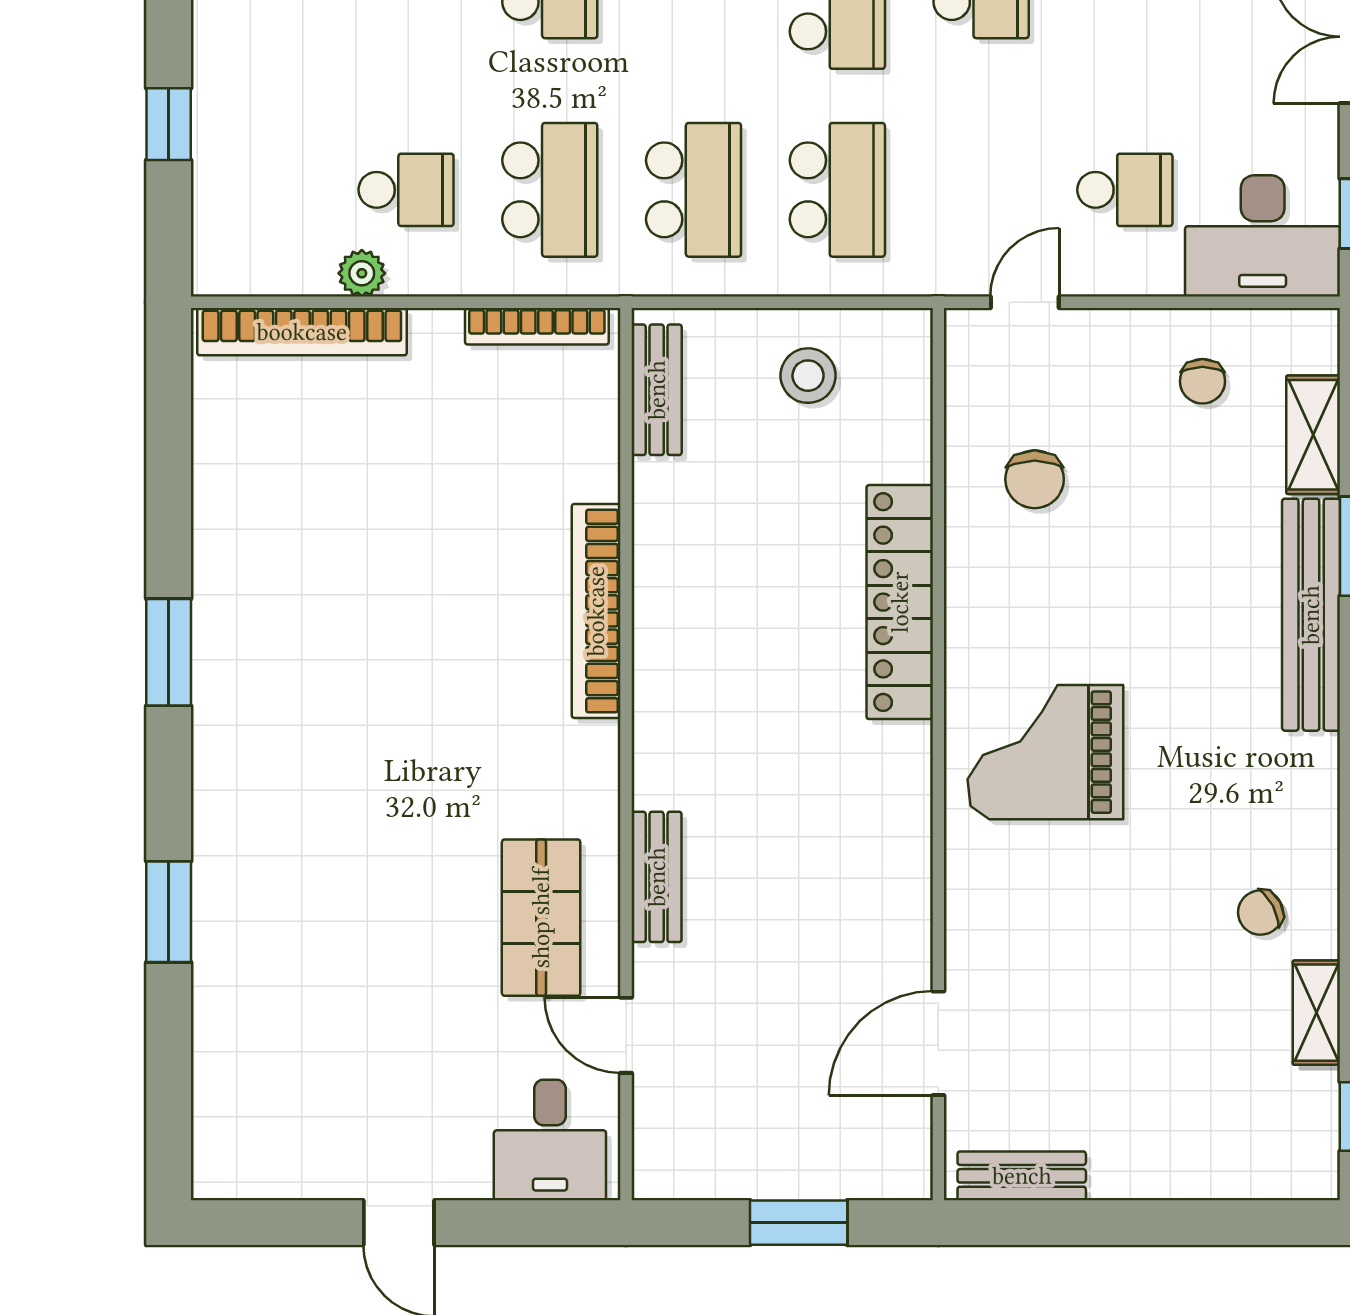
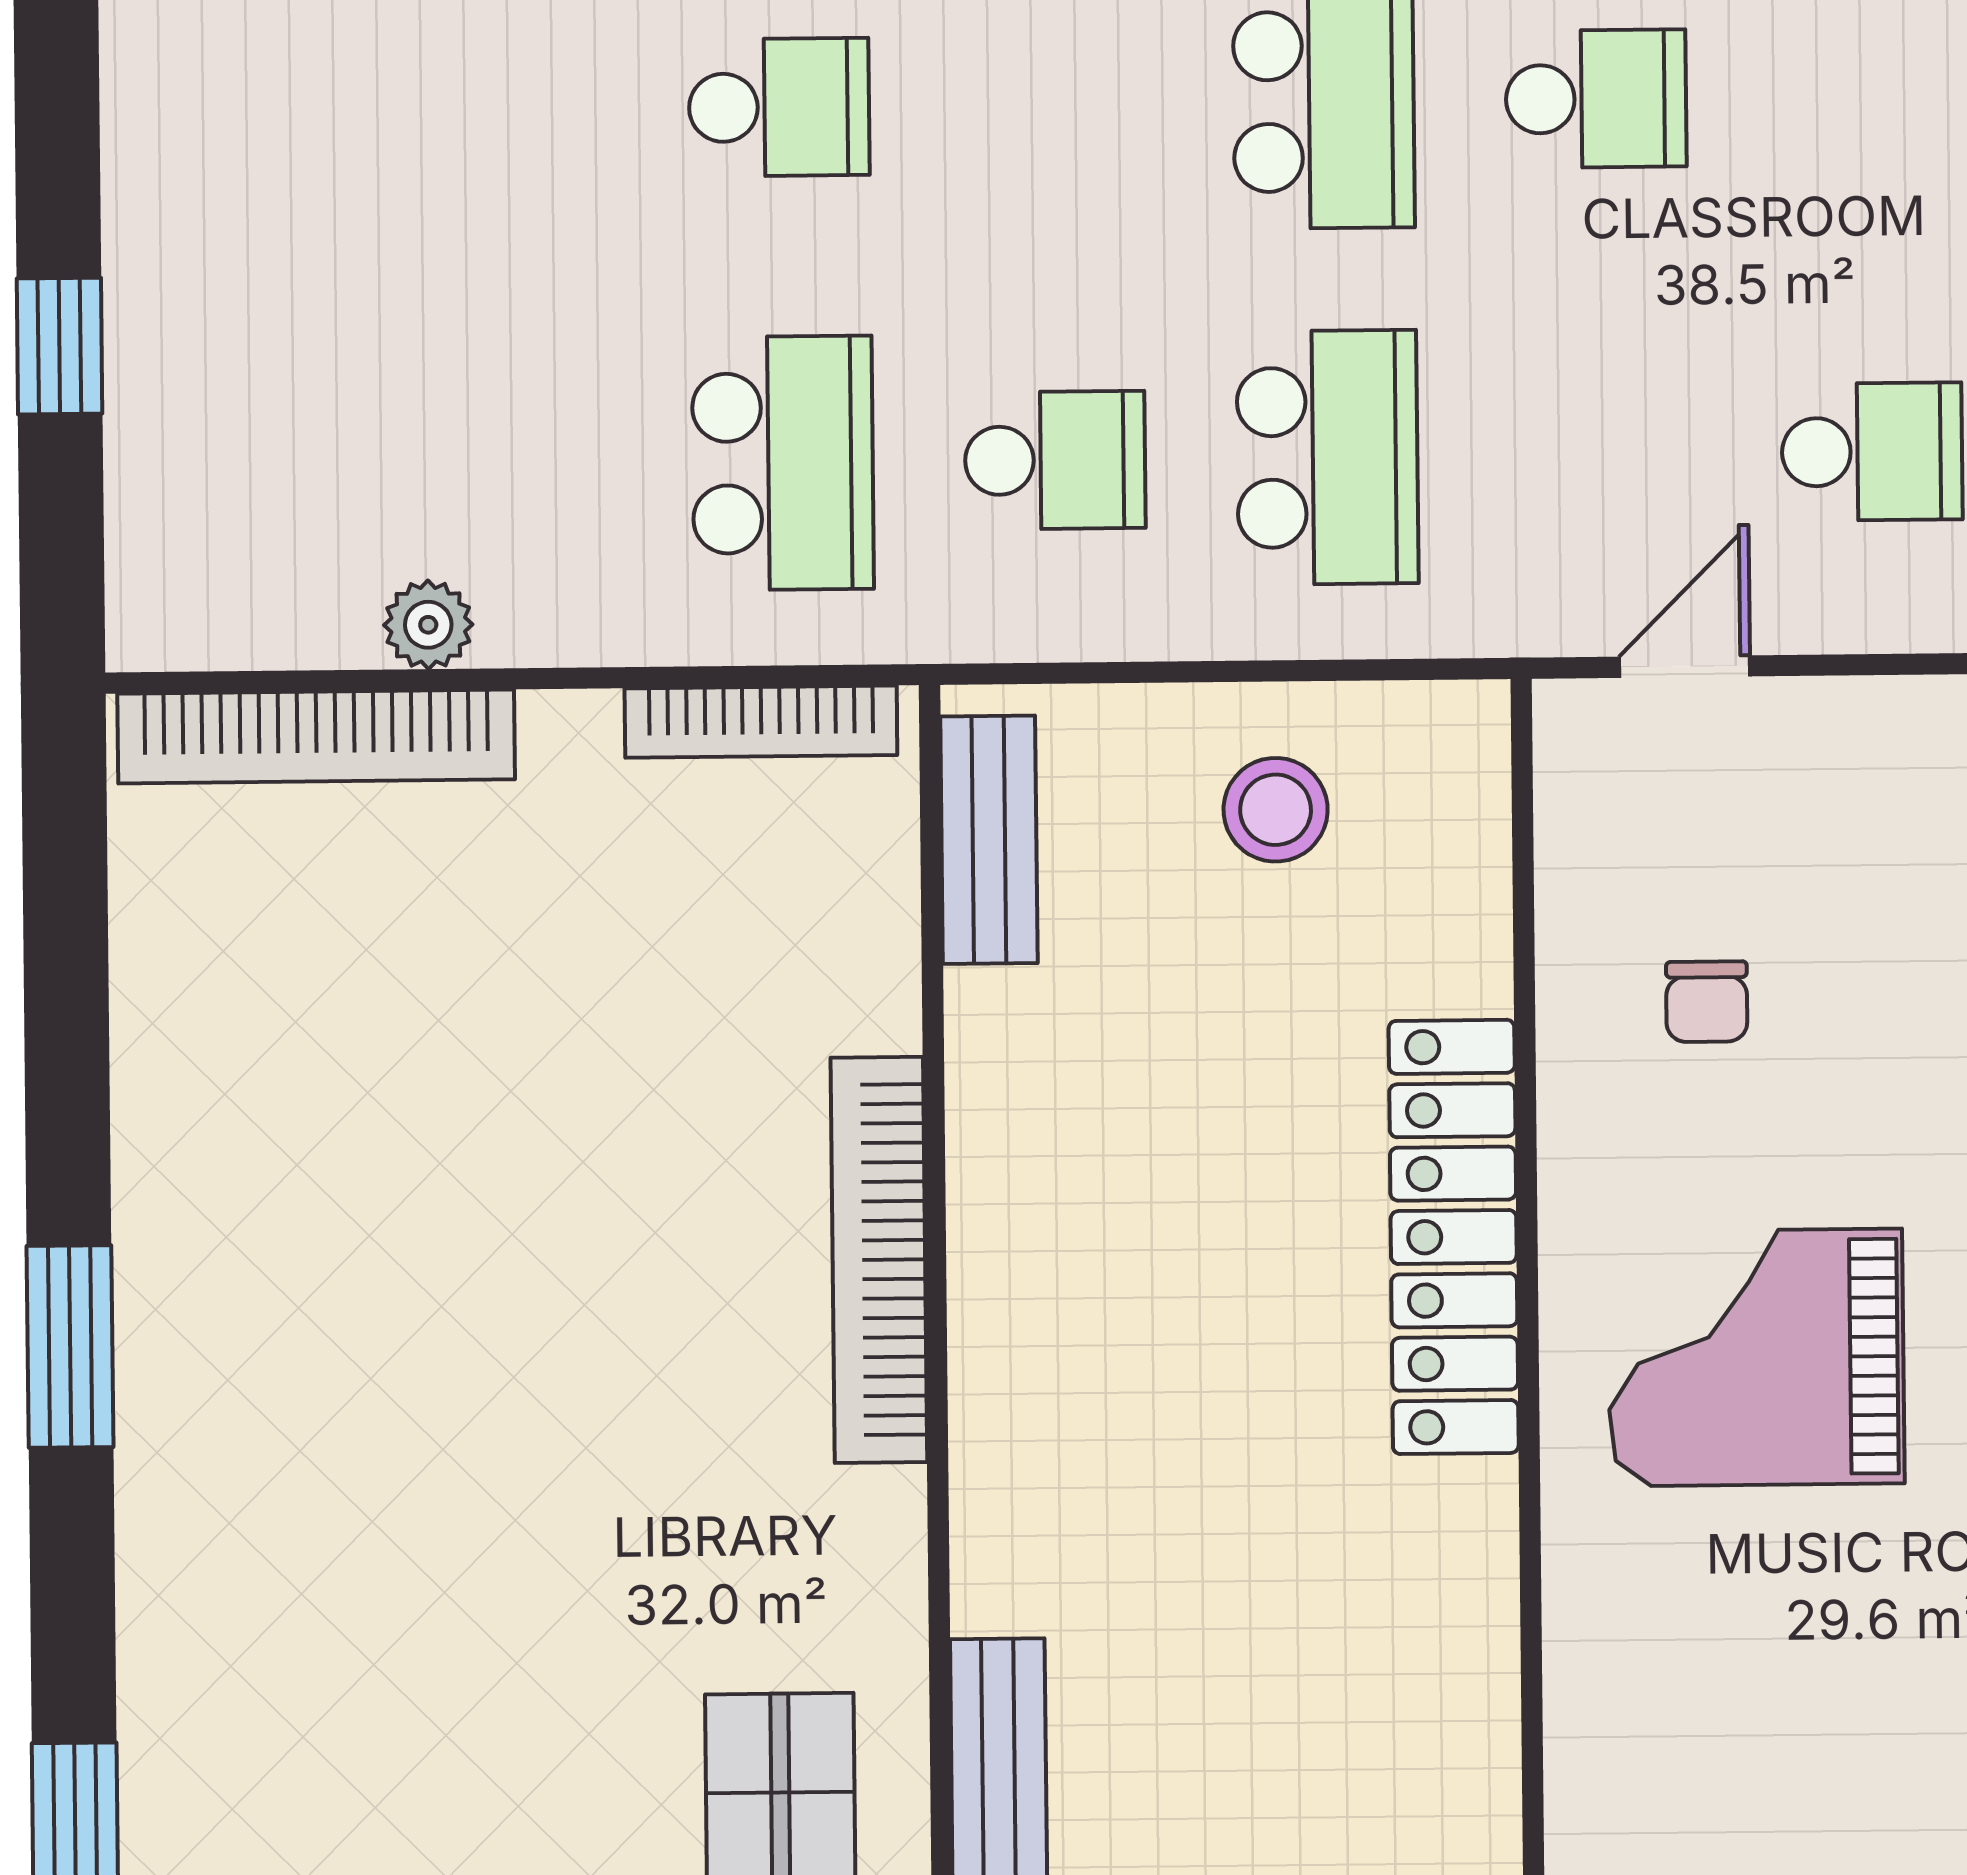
school desk: (406, 190) -> (510, 466), removed
school desk: (694, 190) -> (1055, 460), width x0.54
chair: (1035, 479) -> (1707, 1002), width x0.73, depth x0.73
grand piano: (1045, 752) -> (1756, 1357), moved

